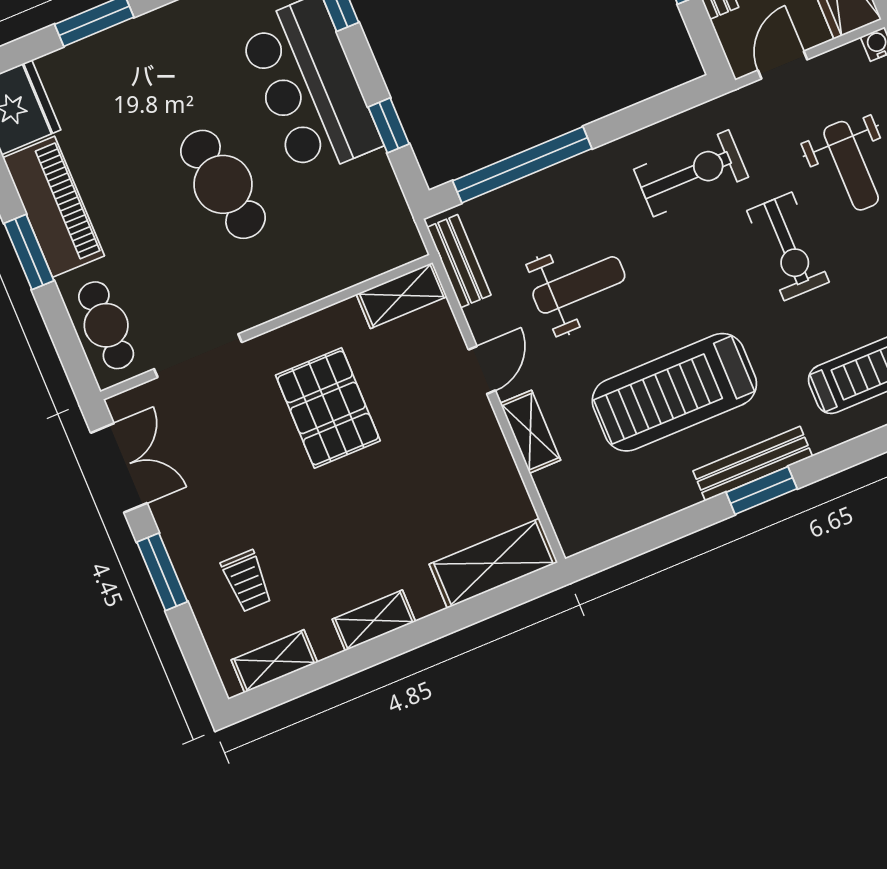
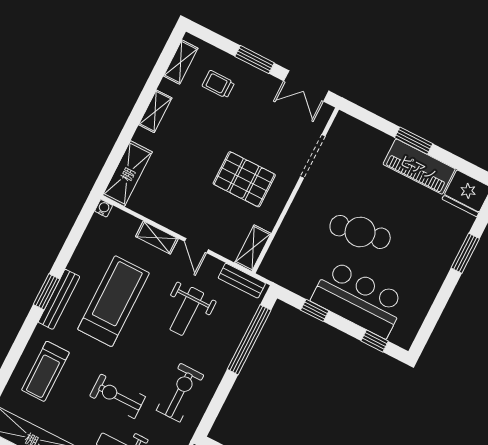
exercise bike: (691, 173) -> (180, 393), turned 180
cafe table: (106, 325) -> (359, 138), removed
water cooler: (572, 542) -> (104, 208), added

